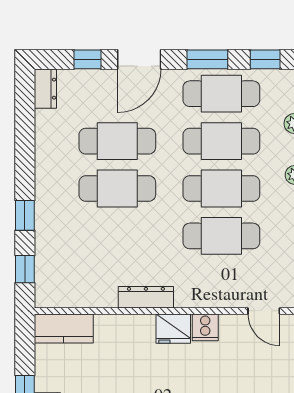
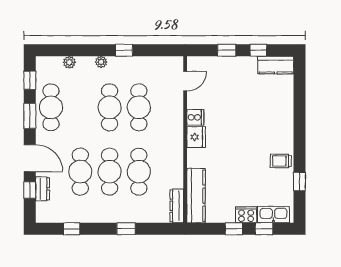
dresser: (45, 89) -> (43, 189), moved, turned 90
cafe table: (221, 141) -> (139, 172), moved
window: (25, 269) -> (72, 229), moved
dresser: (146, 297) -> (177, 206), moved
kitchen counter: (64, 328) -> (196, 196), width x1.50

